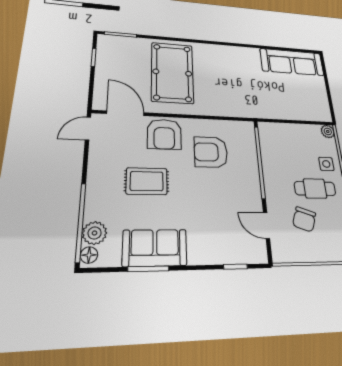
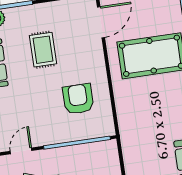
armchair: (164, 134) -> (88, 57), removed

